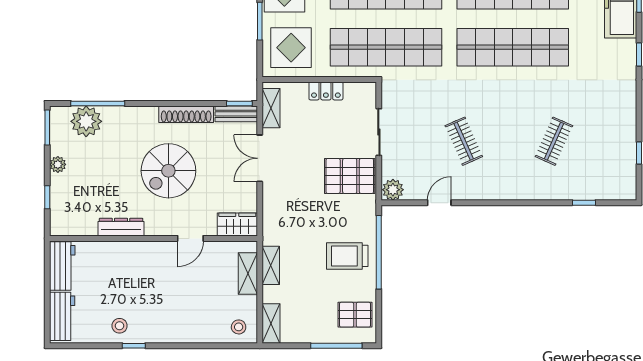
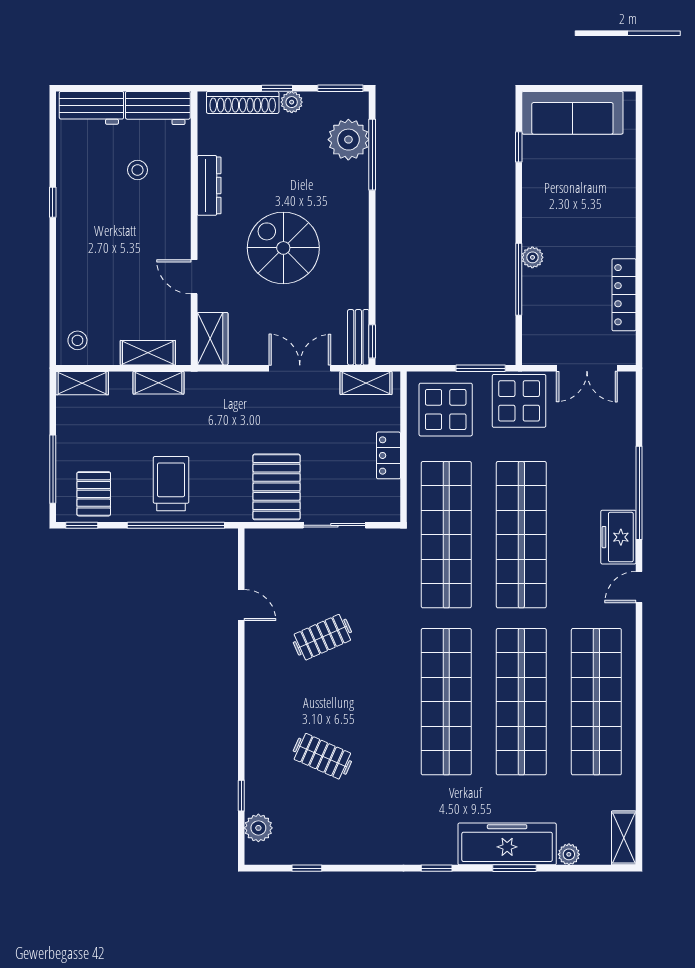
shoe rack: (186, 114) -> (243, 102), moved, turned -90
plant: (393, 190) -> (258, 828), moved
window: (47, 197) -> (277, 88), moved
window: (379, 324) -> (82, 525), added
stool: (120, 326) -> (137, 170), moved

